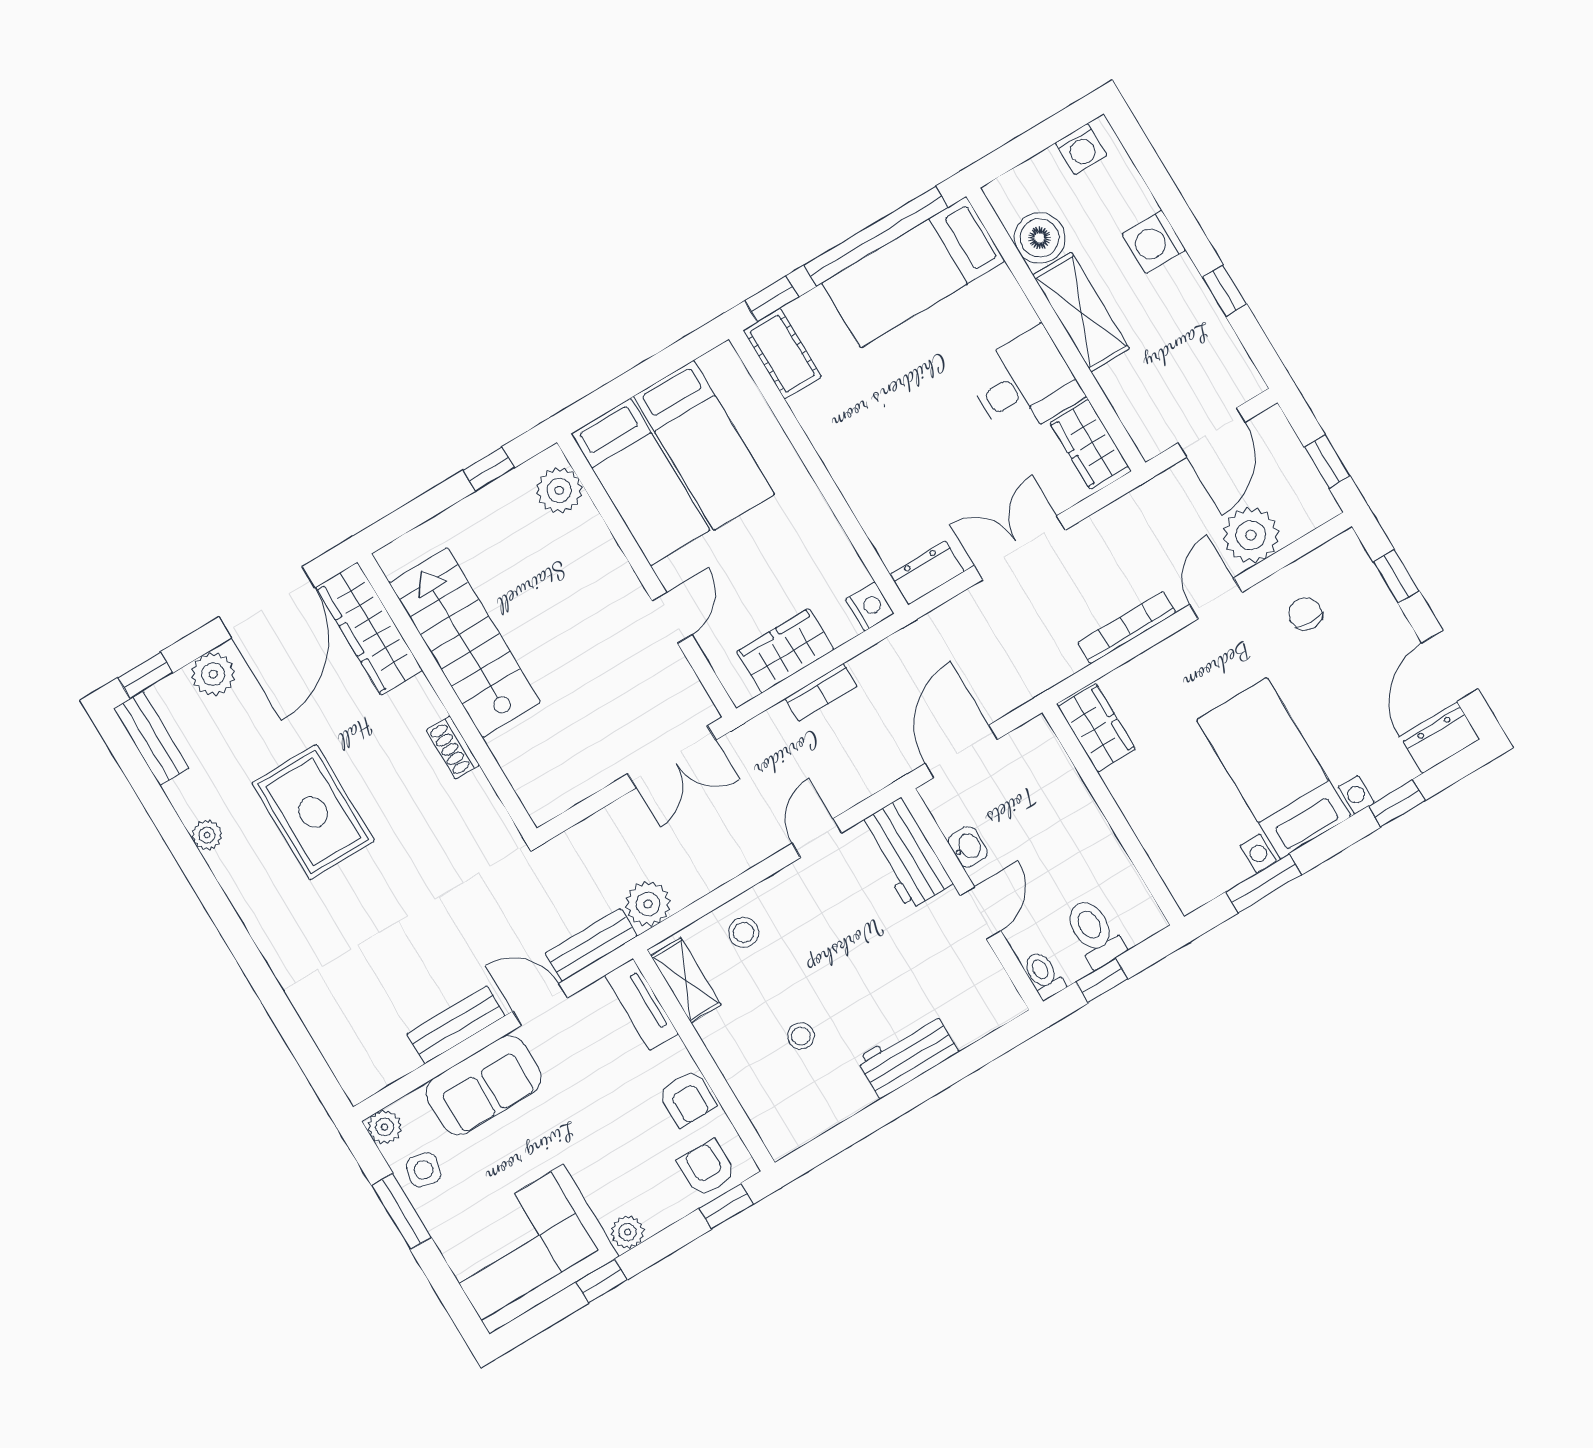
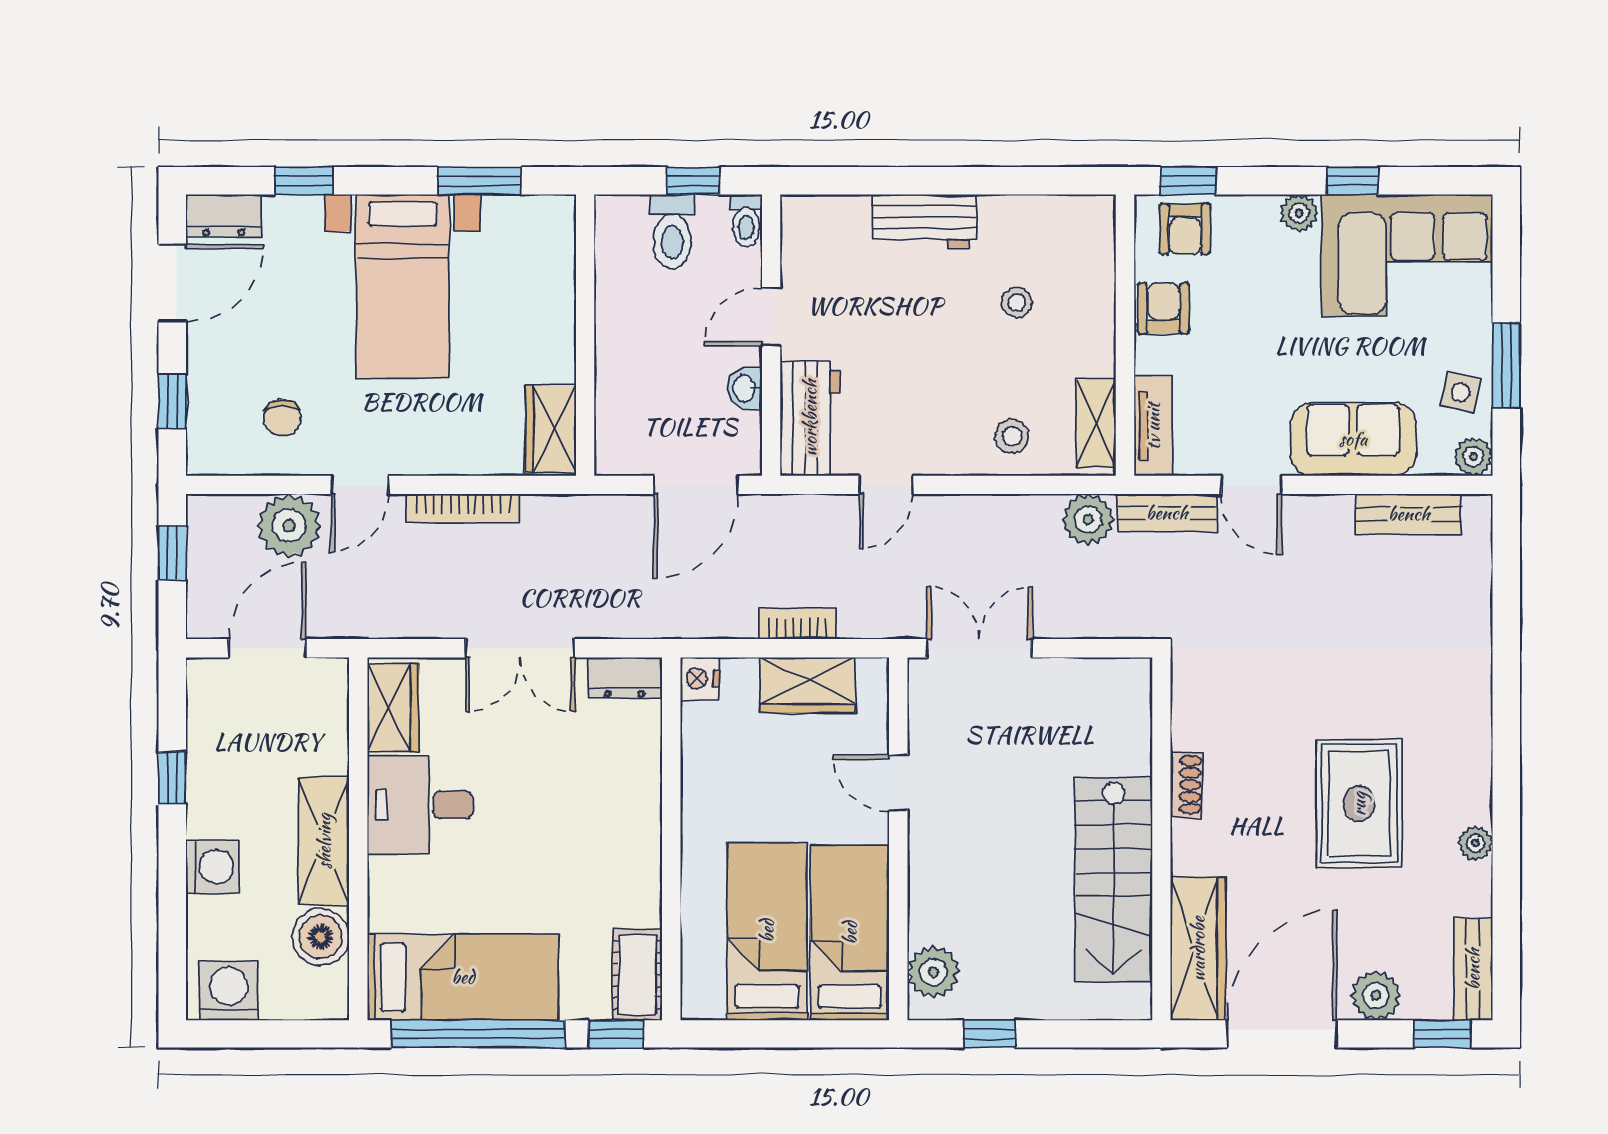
washing machine: (1081, 149) -> (229, 991), width x1.38, depth x1.38
door: (672, 618) -> (898, 783), hinge flipped
bench: (456, 1025) -> (1409, 514), moved

